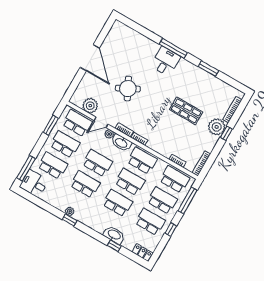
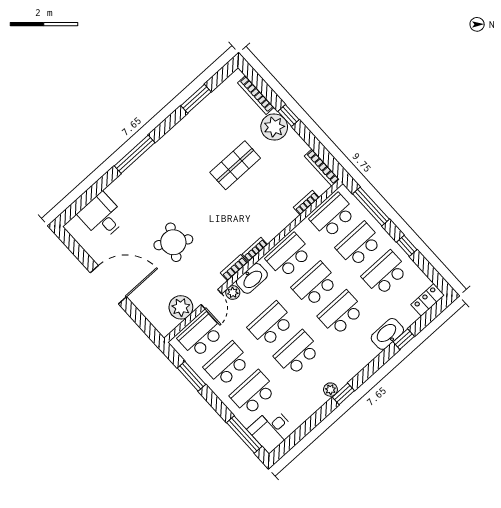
desk: (166, 61) -> (102, 216), moved
window: (209, 69) -> (196, 99), moved
round table: (128, 89) -> (173, 242), turned -32

